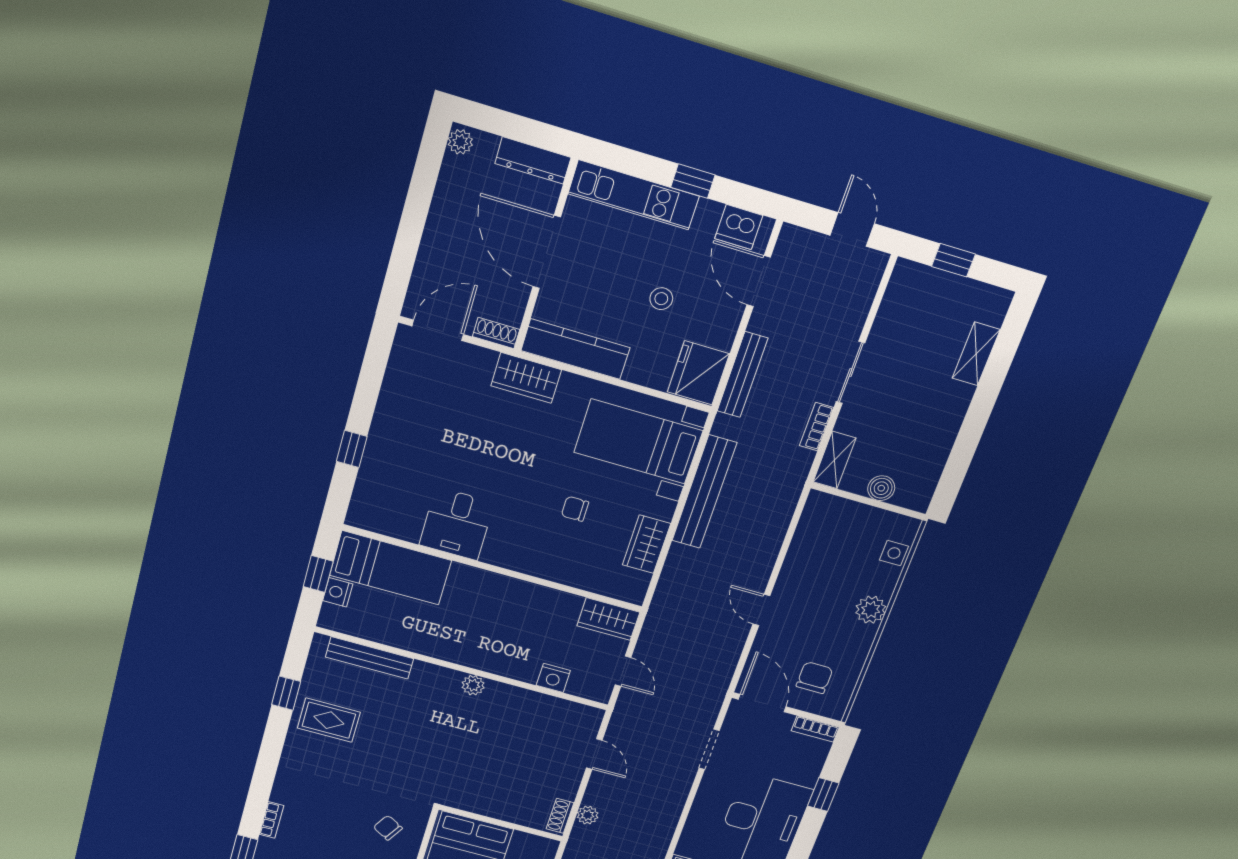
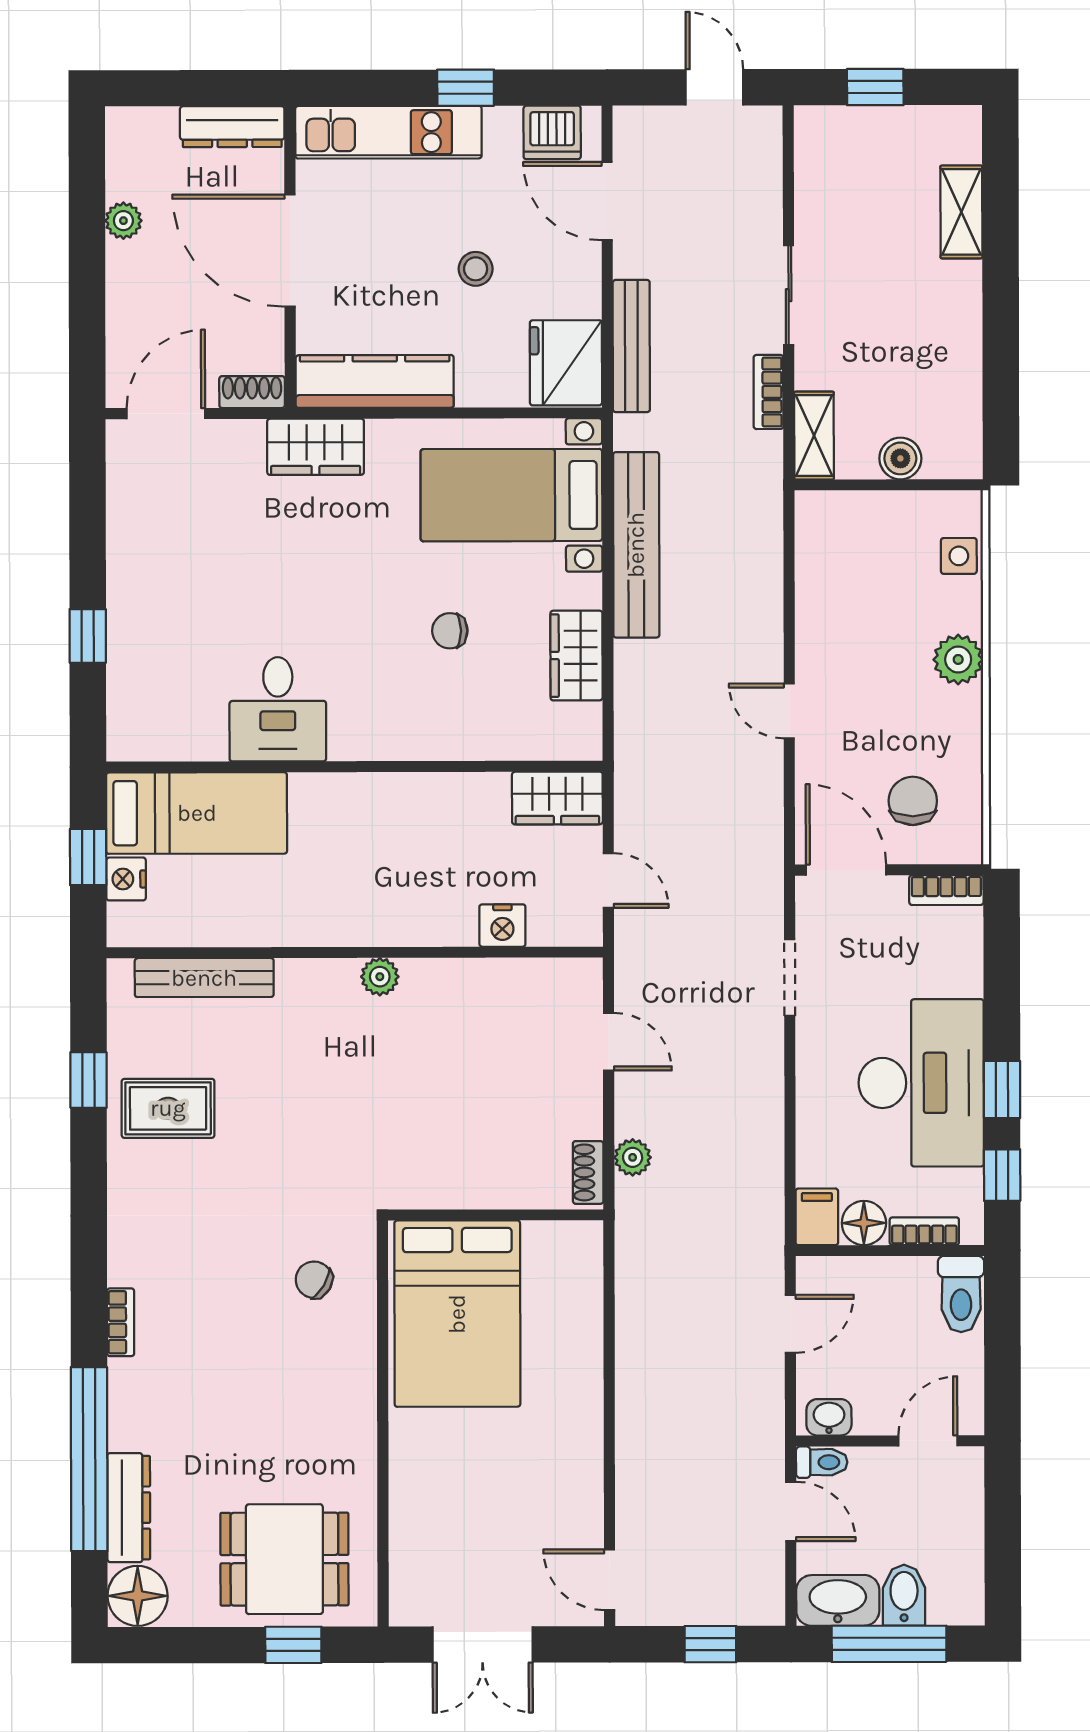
plant: (460, 142) -> (123, 221), moved
window: (823, 795) -> (1002, 1090), moved

